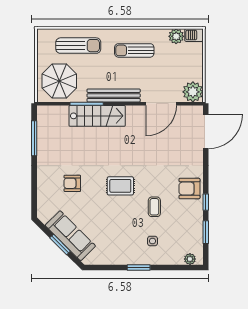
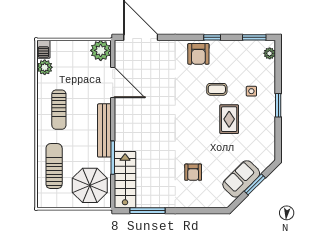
stairs: (97, 116) -> (125, 180), moved
rug: (120, 186) -> (229, 119), moved
window: (206, 232) -> (254, 37), moved
sofa: (70, 236) -> (241, 179), width x0.73

